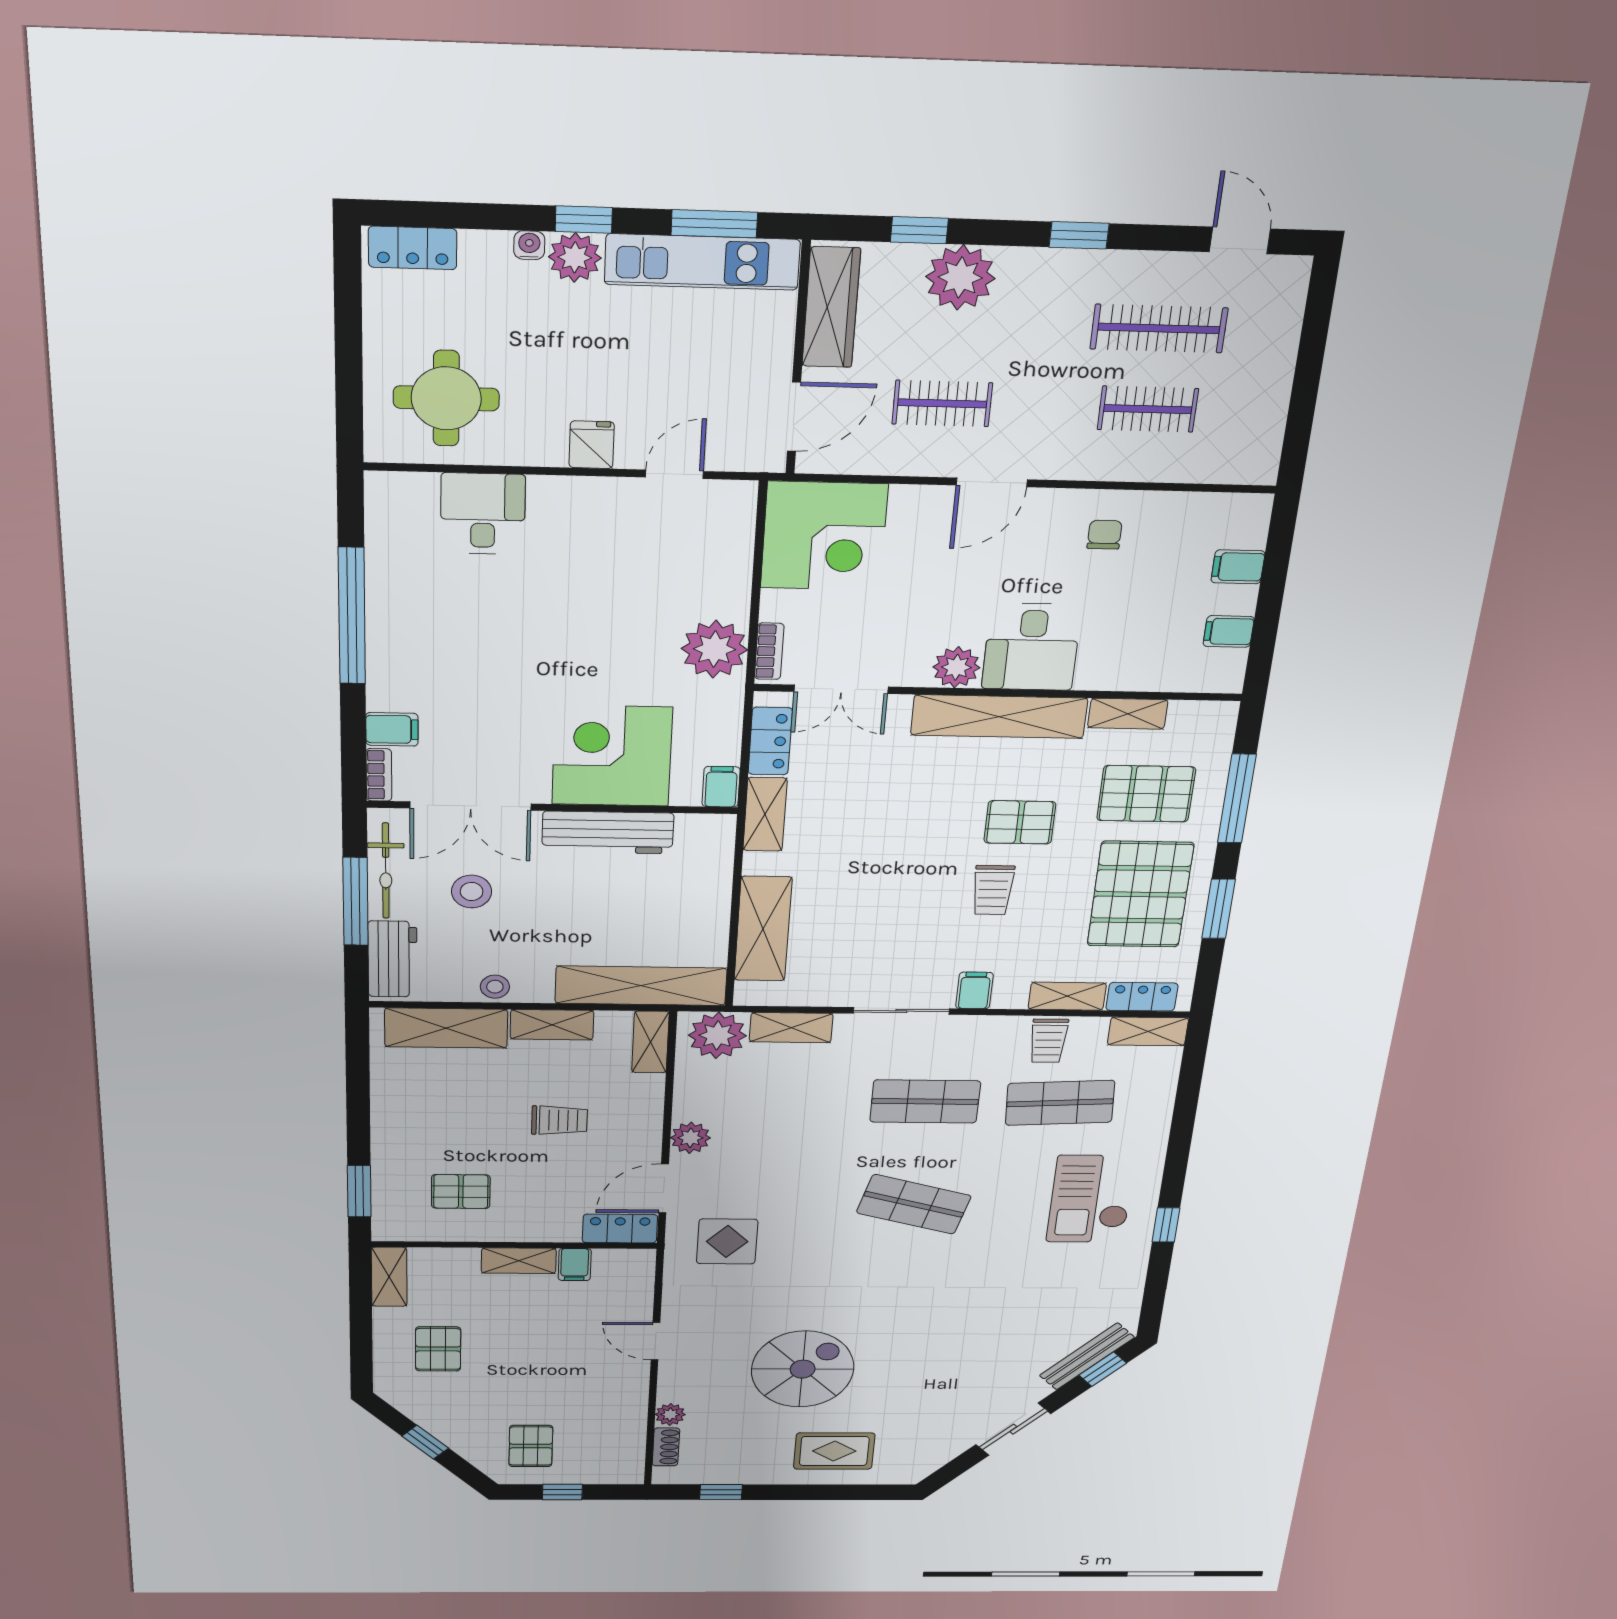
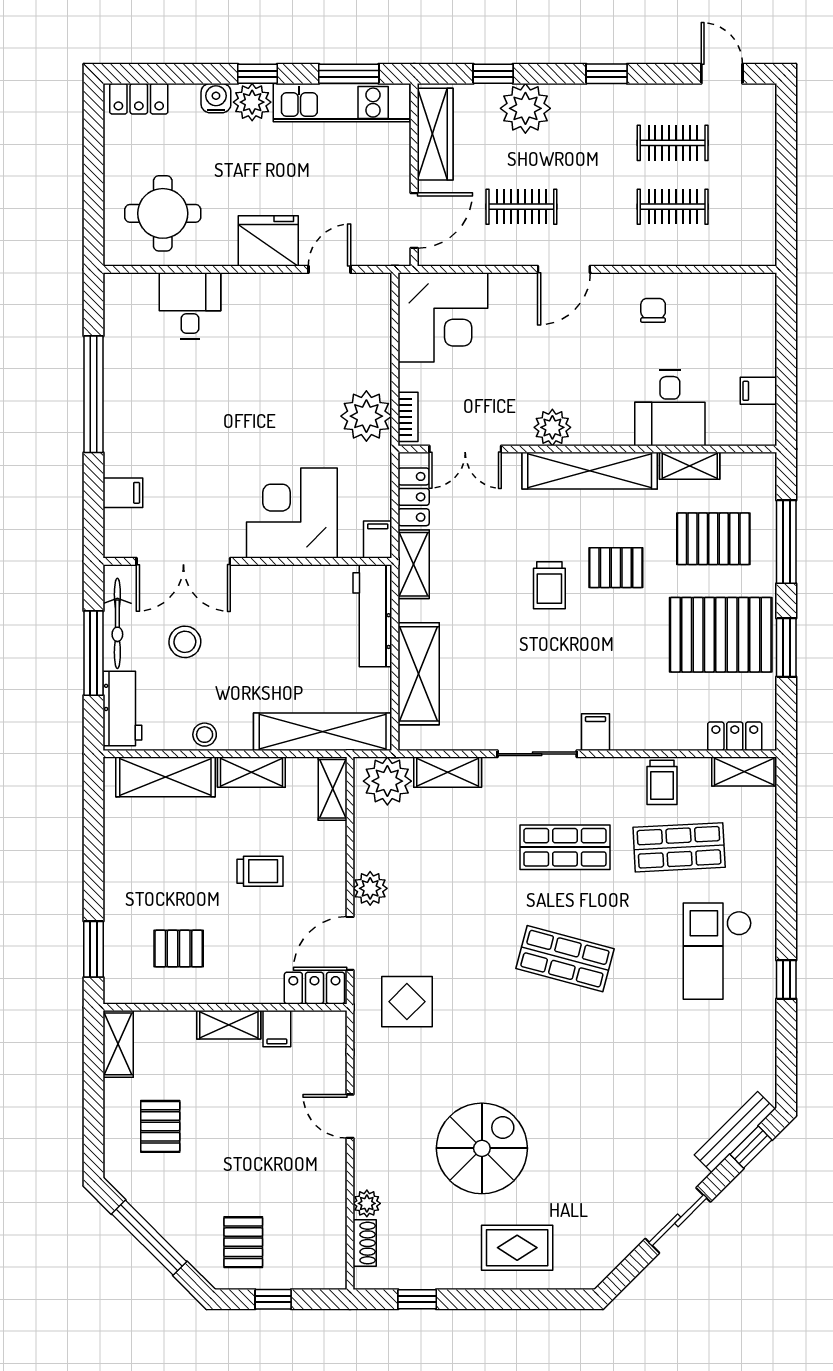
water cooler: (529, 245) -> (216, 98), width x1.38, depth x1.38
clothes rail: (1159, 328) -> (673, 143), width x0.73
fridge: (592, 445) -> (268, 241), width x1.88, depth x1.34
filing cabinet: (1238, 567) -> (758, 335), removed
desk: (1031, 647) -> (670, 408), moved
bookcase: (379, 775) -> (113, 534), removed
workbench: (608, 832) -> (372, 616), moved, turned 90
trolley: (993, 890) -> (549, 585), moved
pallet: (1140, 894) -> (721, 635), turned 90
shelving: (1067, 996) -> (673, 737), removed
window: (425, 1442) -> (149, 1238), width x2.17

